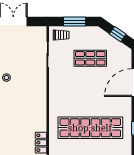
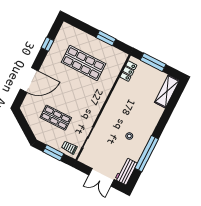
window: (118, 34) -> (25, 126), removed
shop shelf: (90, 128) -> (84, 63), width x0.71

